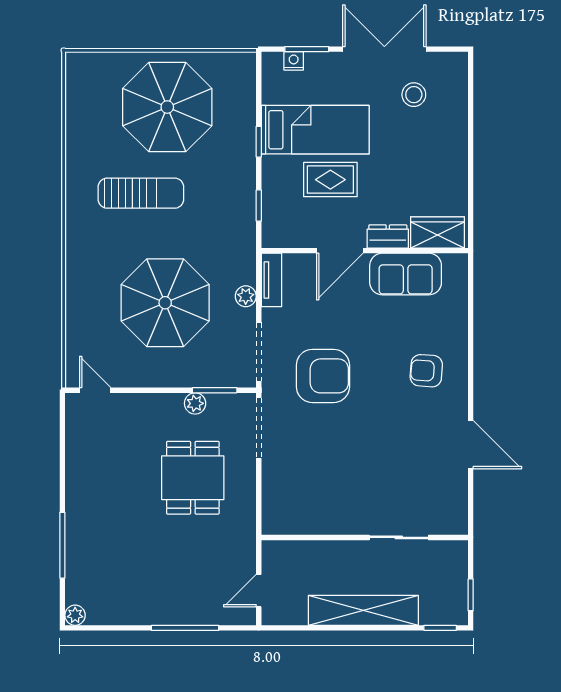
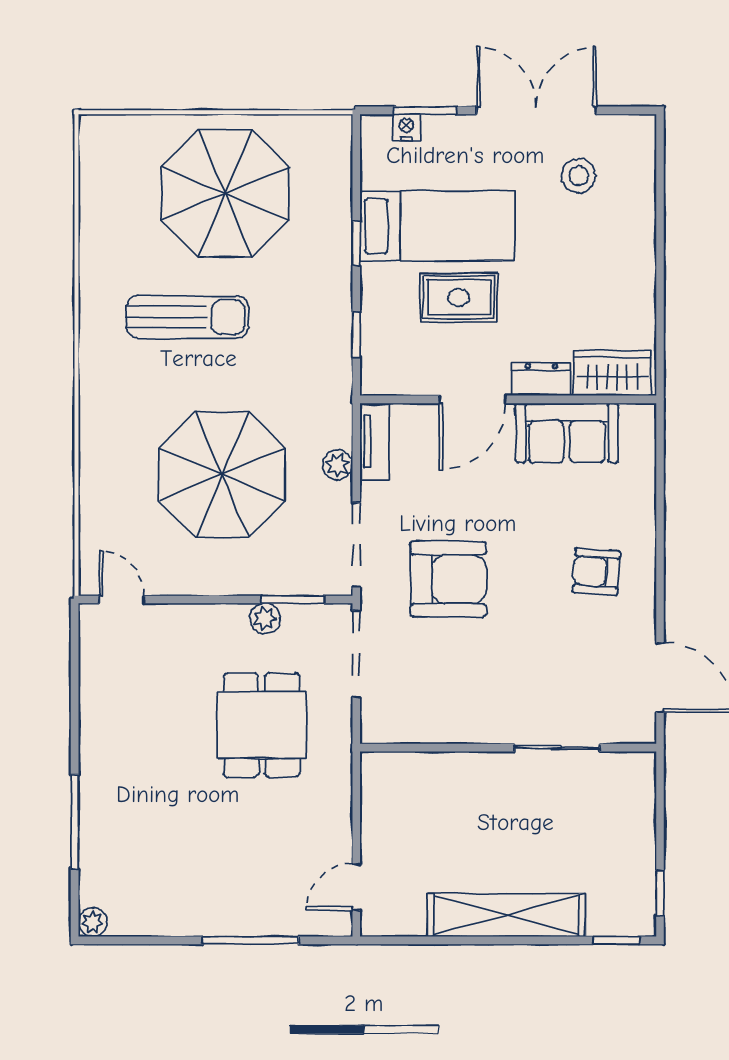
wall: (365, 537) -> (508, 748), moved
sliding door: (399, 537) -> (557, 748), moved

